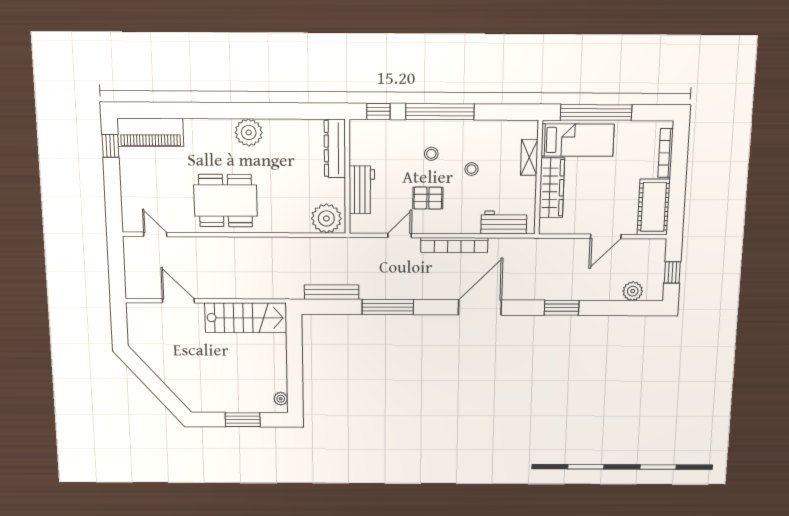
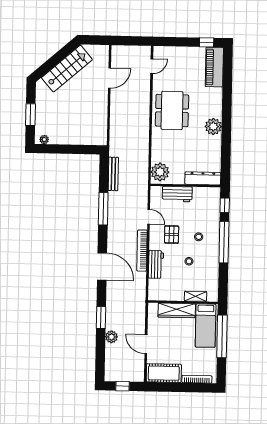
workbench: (504, 223) -> (156, 264), moved
plant: (633, 291) -> (111, 337), moved
stairs: (246, 318) -> (67, 69), moved, turned -131

